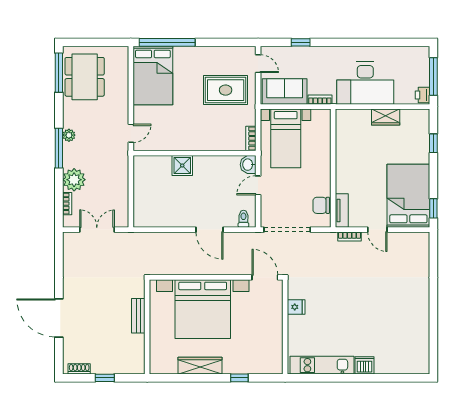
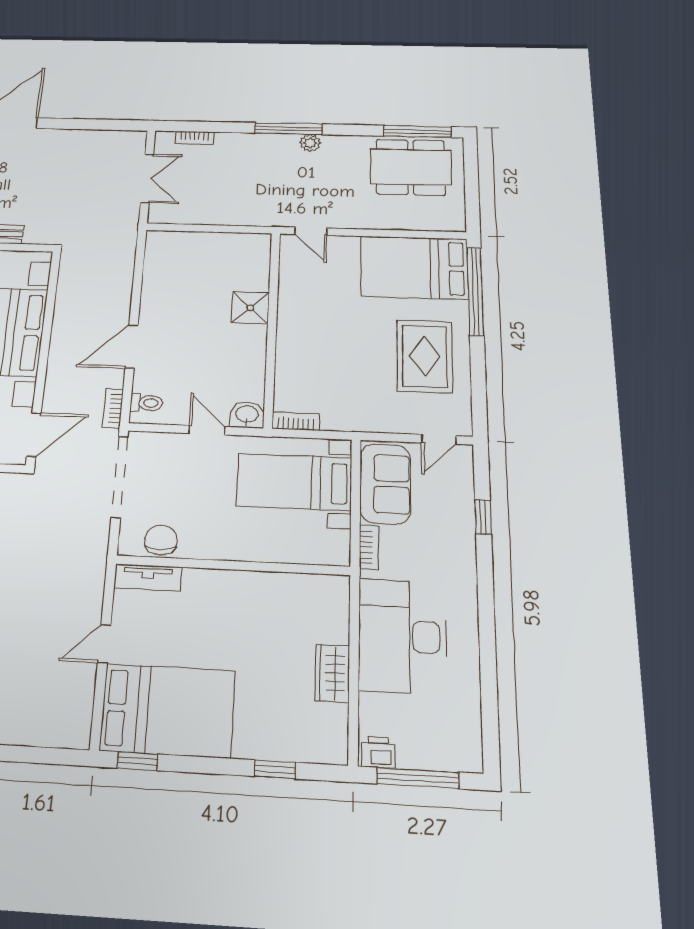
rug: (226, 90) -> (425, 356), moved
plant: (74, 180) -> (234, 148), removed
bookcase: (350, 236) -> (113, 408), moved

